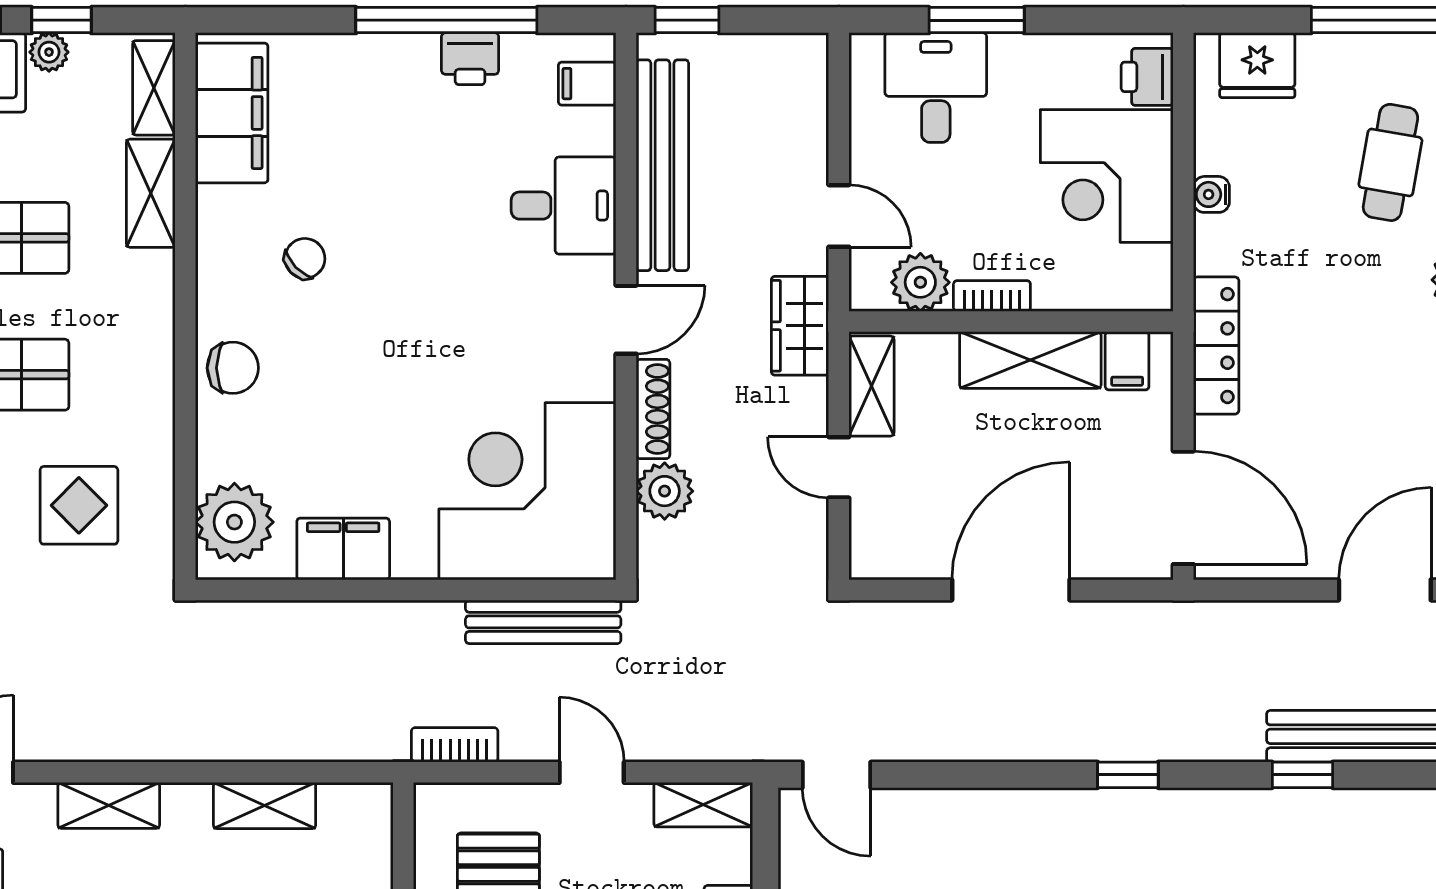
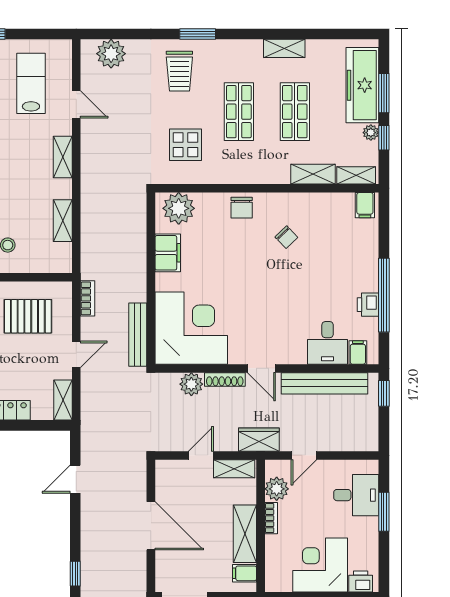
filing cabinet: (232, 113) -> (365, 205), width x0.33, depth x0.86
desk: (564, 206) -> (328, 343), moved
door: (836, 775) -> (75, 479), moved

